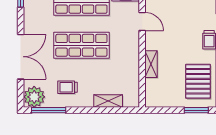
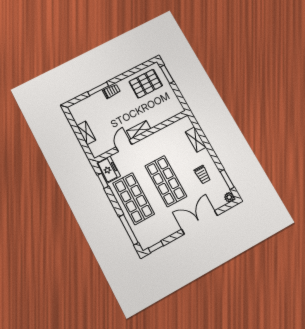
shelving: (151, 64) -> (139, 130), moved
plant: (34, 97) -> (229, 197), width x0.53, depth x0.53
window: (49, 110) -> (227, 179), width x0.69

